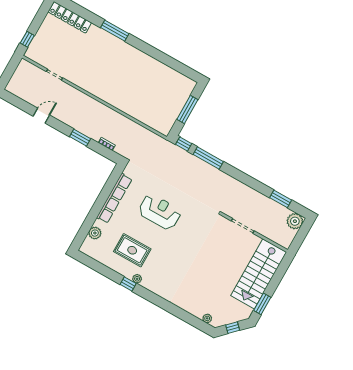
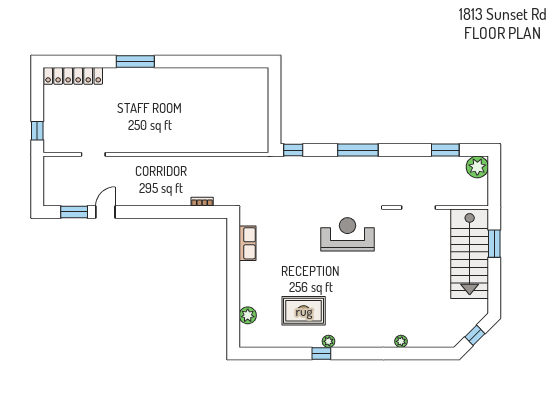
window: (187, 109) -> (275, 106), removed
window: (80, 138) -> (74, 212), moved
window: (208, 158) -> (358, 150), moved
row of seats: (114, 198) -> (247, 243), width x0.50
reception desk: (160, 212) -> (347, 234), moved
window: (262, 304) -> (494, 244), moved
plant: (207, 318) -> (401, 341), moved

